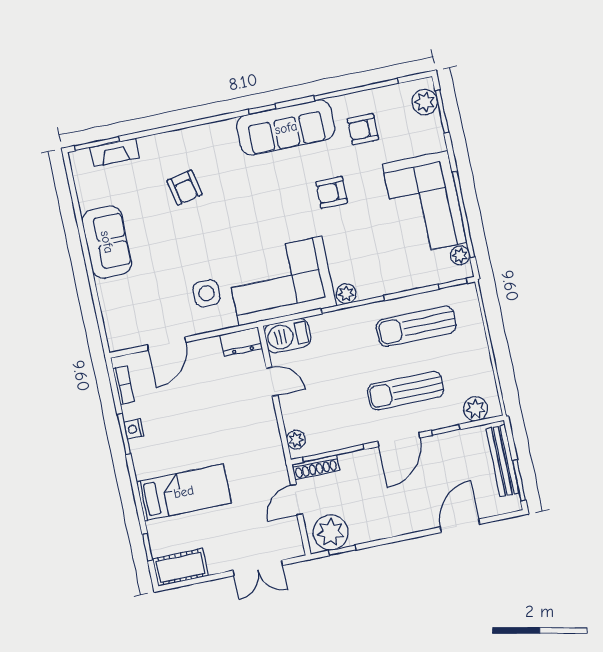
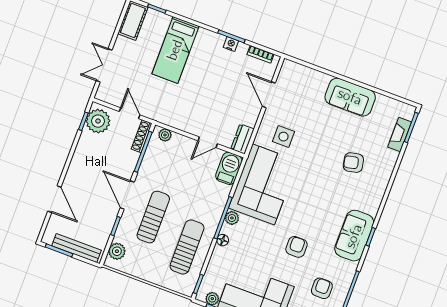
sofa: (286, 128) -> (354, 236), width x0.73
floor lamp: (380, 288) -> (223, 240), added

